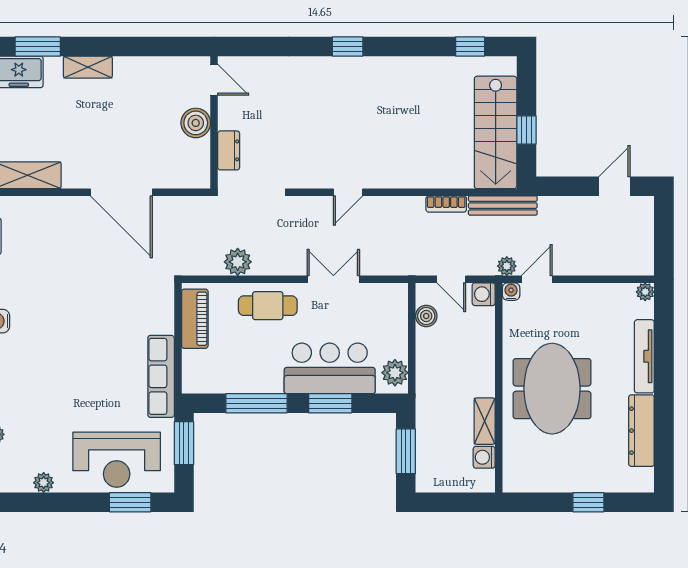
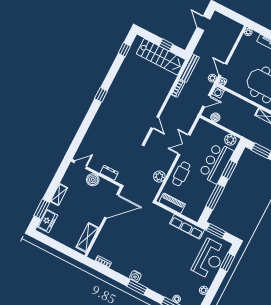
door: (214, 80) -> (80, 165), moved
wall: (214, 122) -> (96, 173), moved
boiler: (196, 123) -> (93, 180), moved
dresser: (229, 150) -> (109, 173), moved

